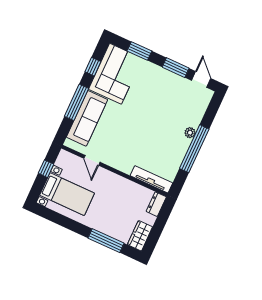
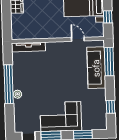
corner sofa: (115, 74) -> (61, 117), moved, turned 90
window: (77, 102) -> (109, 62), moved
dresser: (156, 204) -> (16, 31), removed

